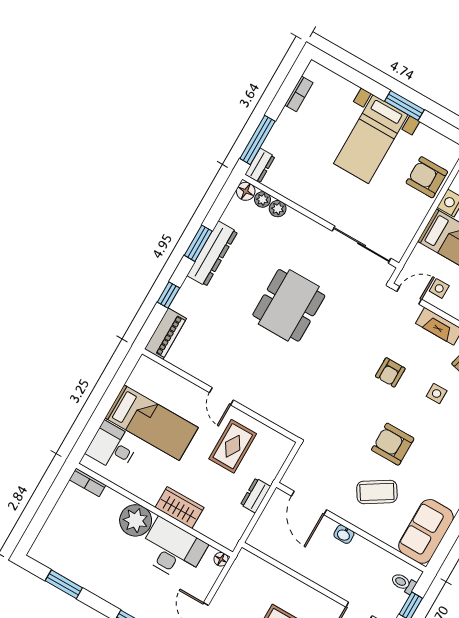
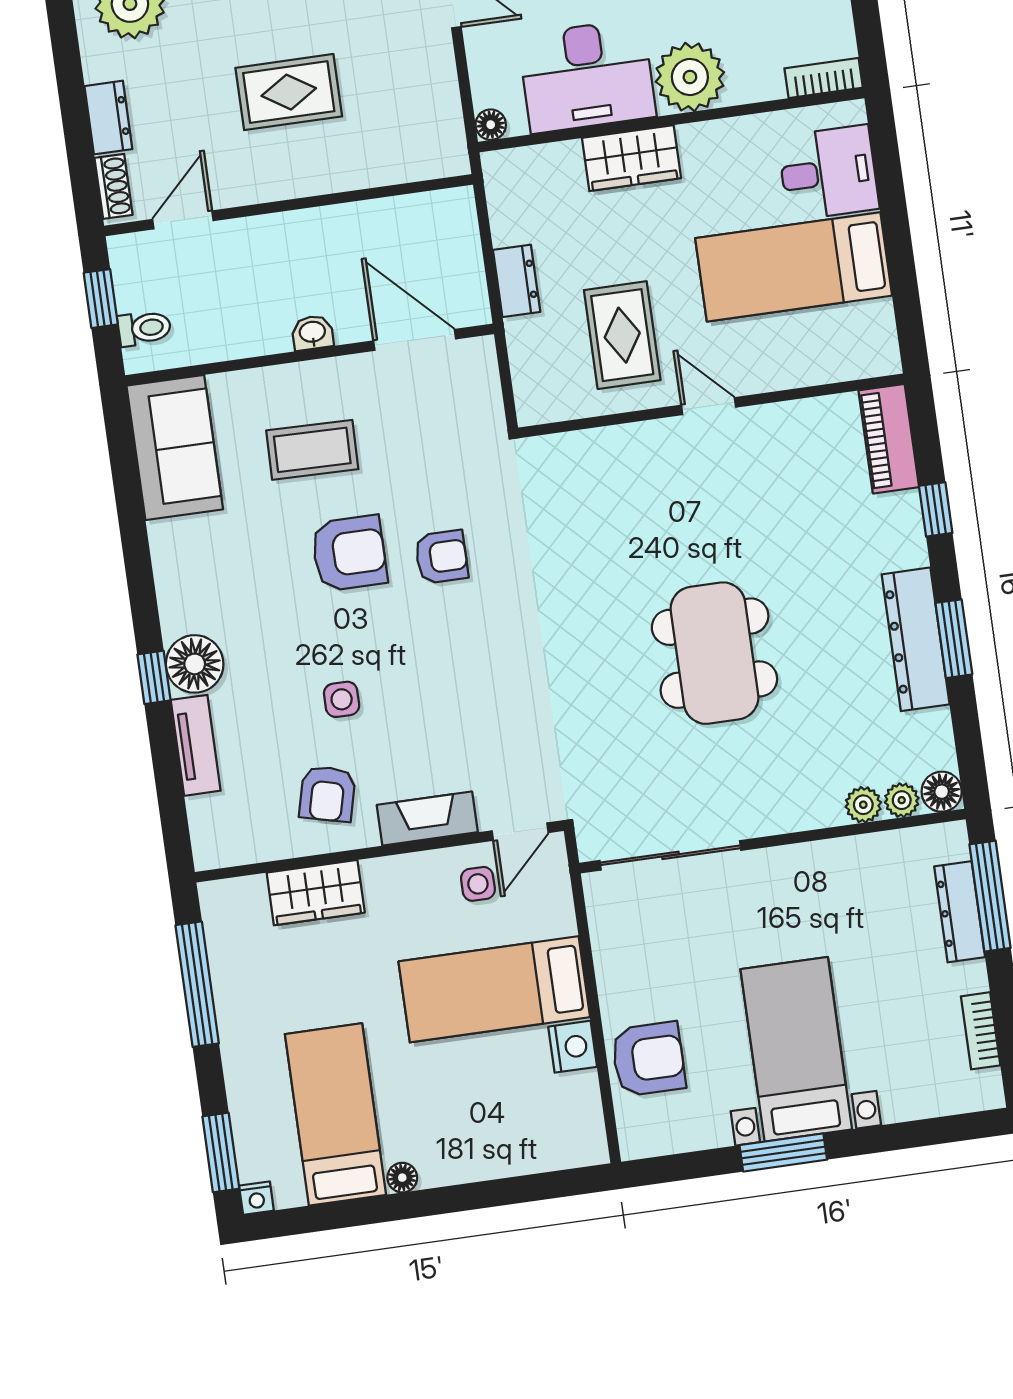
dresser: (260, 166) -> (960, 912), moved, width x1.44
armchair: (390, 372) -> (441, 557), moved, turned 90
coffee table: (377, 492) -> (312, 450), turned 33

